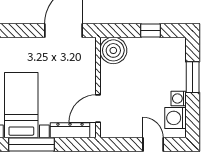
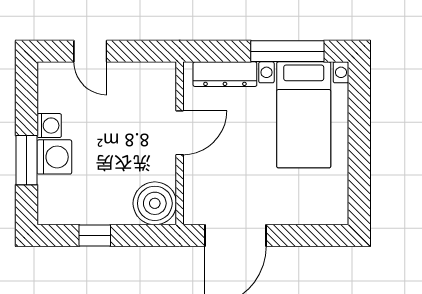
door: (98, 109) -> (180, 133), moved
washing machine: (175, 118) -> (54, 157), moved

